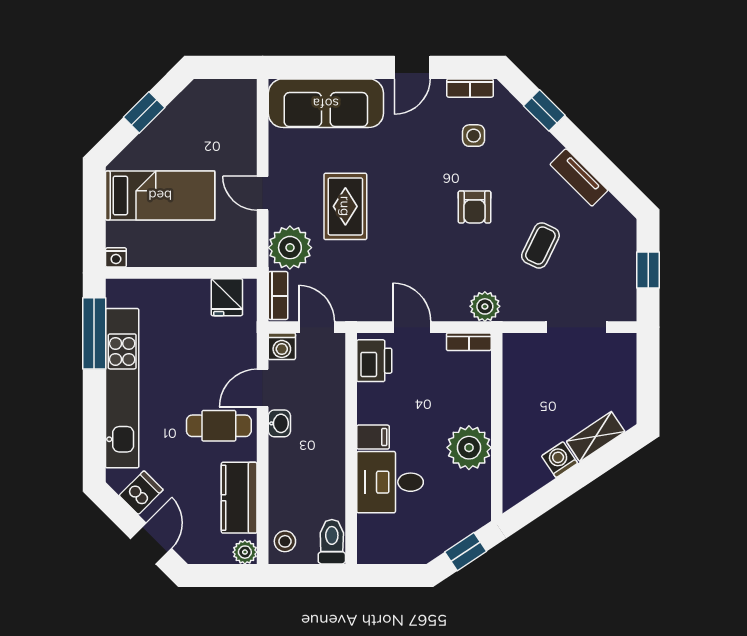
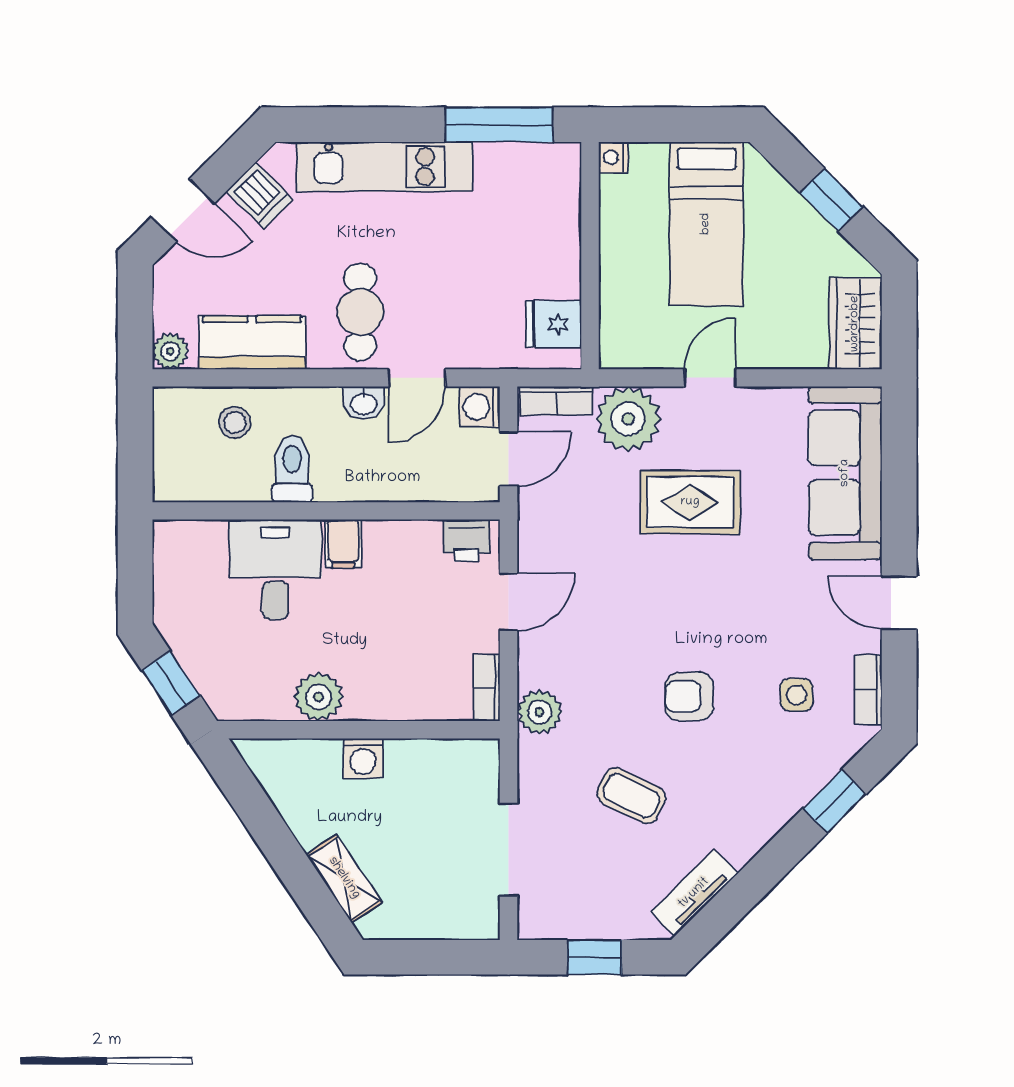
wardrobe: (227, 96) -> (855, 324), added
tv unit: (579, 177) -> (694, 893), moved
printer: (374, 361) -> (466, 541), width x0.73, depth x0.81
kitchen unit: (122, 388) -> (385, 167), width x0.73
door: (263, 388) -> (417, 378), swing flipped
plant: (469, 448) -> (318, 697), width x0.73, depth x0.73
washing machine: (560, 460) -> (363, 758), moved, turned 124
stool: (285, 541) -> (235, 422), moved
toilet: (332, 542) -> (292, 469), moved, turned -90

